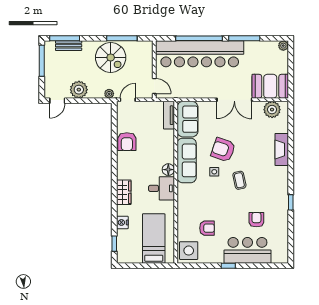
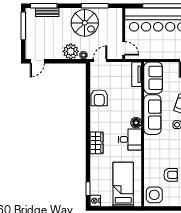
plant: (79, 90) -> (71, 51), moved
nightstand: (122, 222) -> (95, 201), moved

